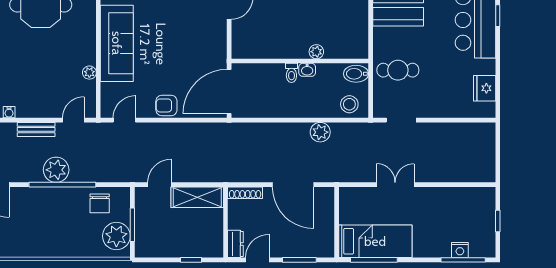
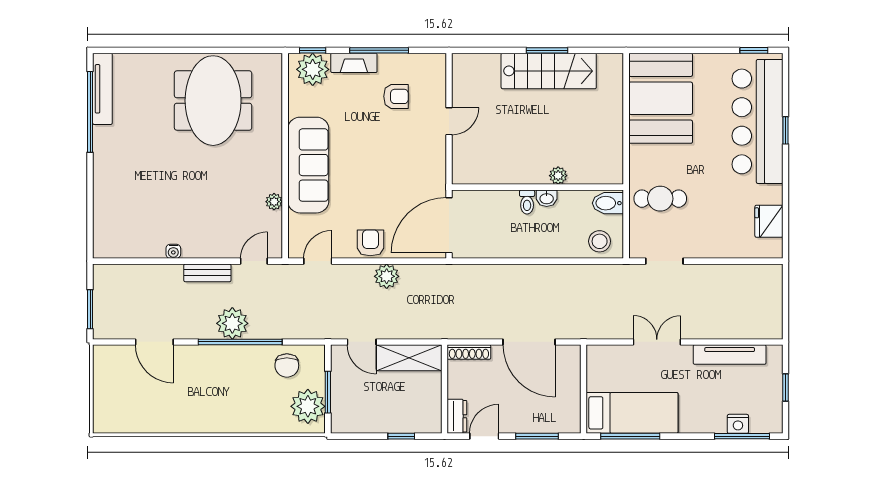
armchair: (166, 105) -> (370, 243), turned 90
plant: (320, 132) -> (387, 276), moved
door: (159, 185) -> (362, 342), swing flipped
tv unit: (453, 195) -> (730, 354), added

